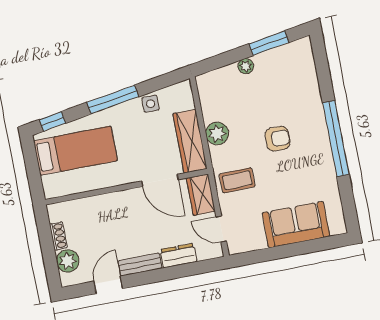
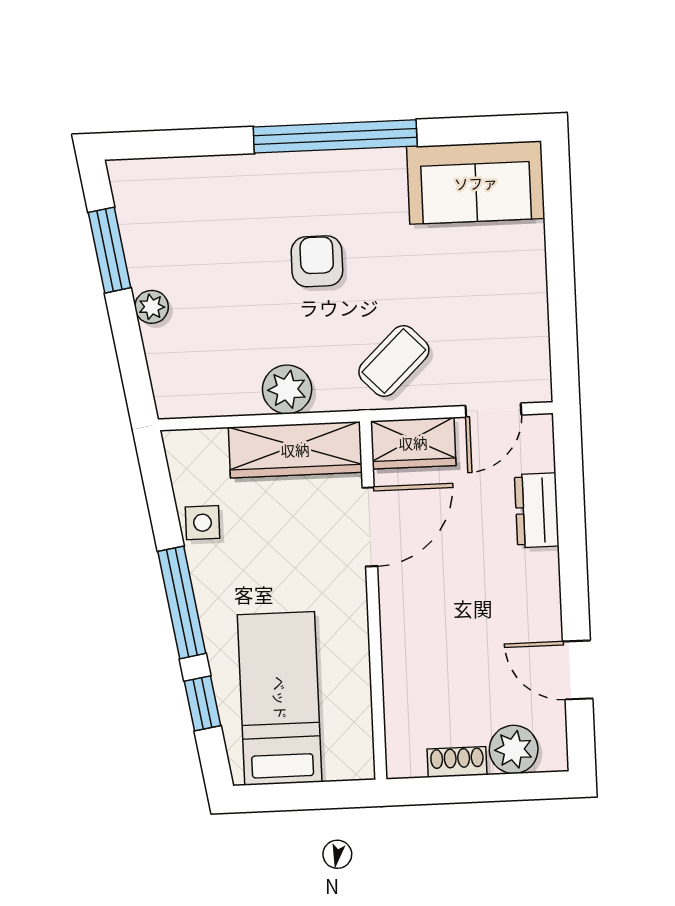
window: (52, 121) -> (202, 703), moved
coffee table: (237, 180) -> (394, 361), turned 47
sofa: (296, 225) -> (476, 183), moved, turned -90
bench: (140, 264) -> (544, 596), removed

